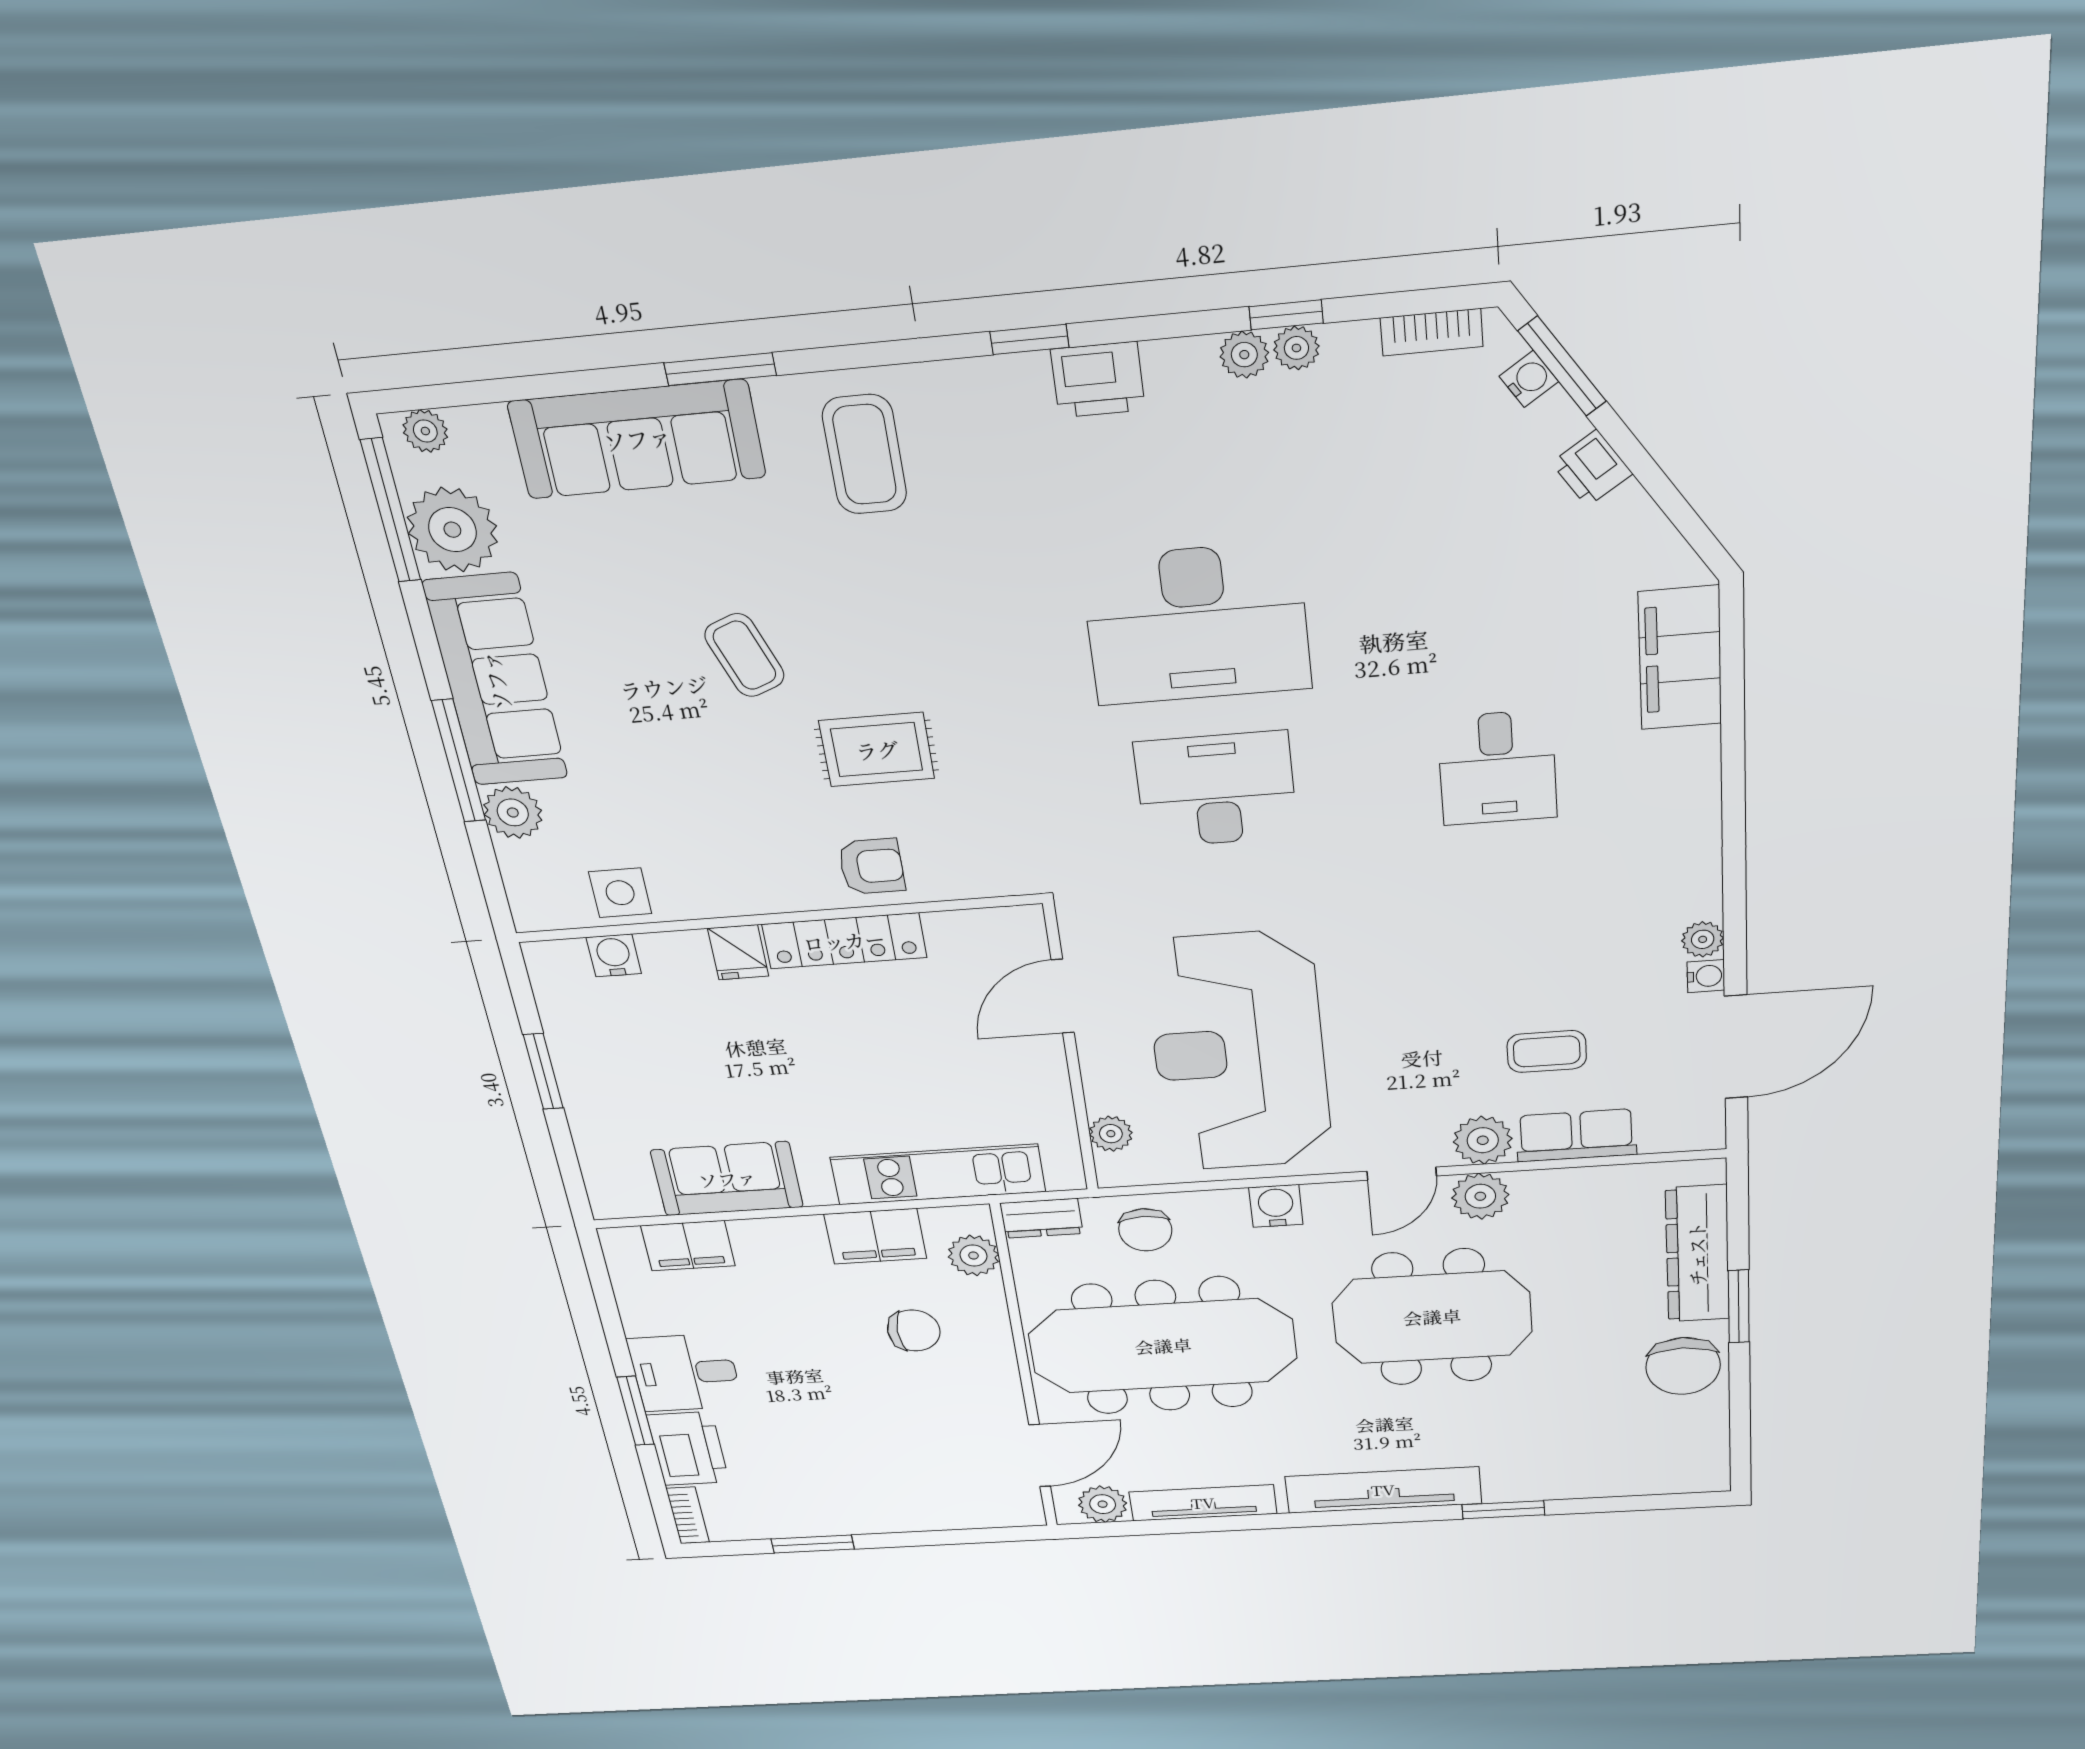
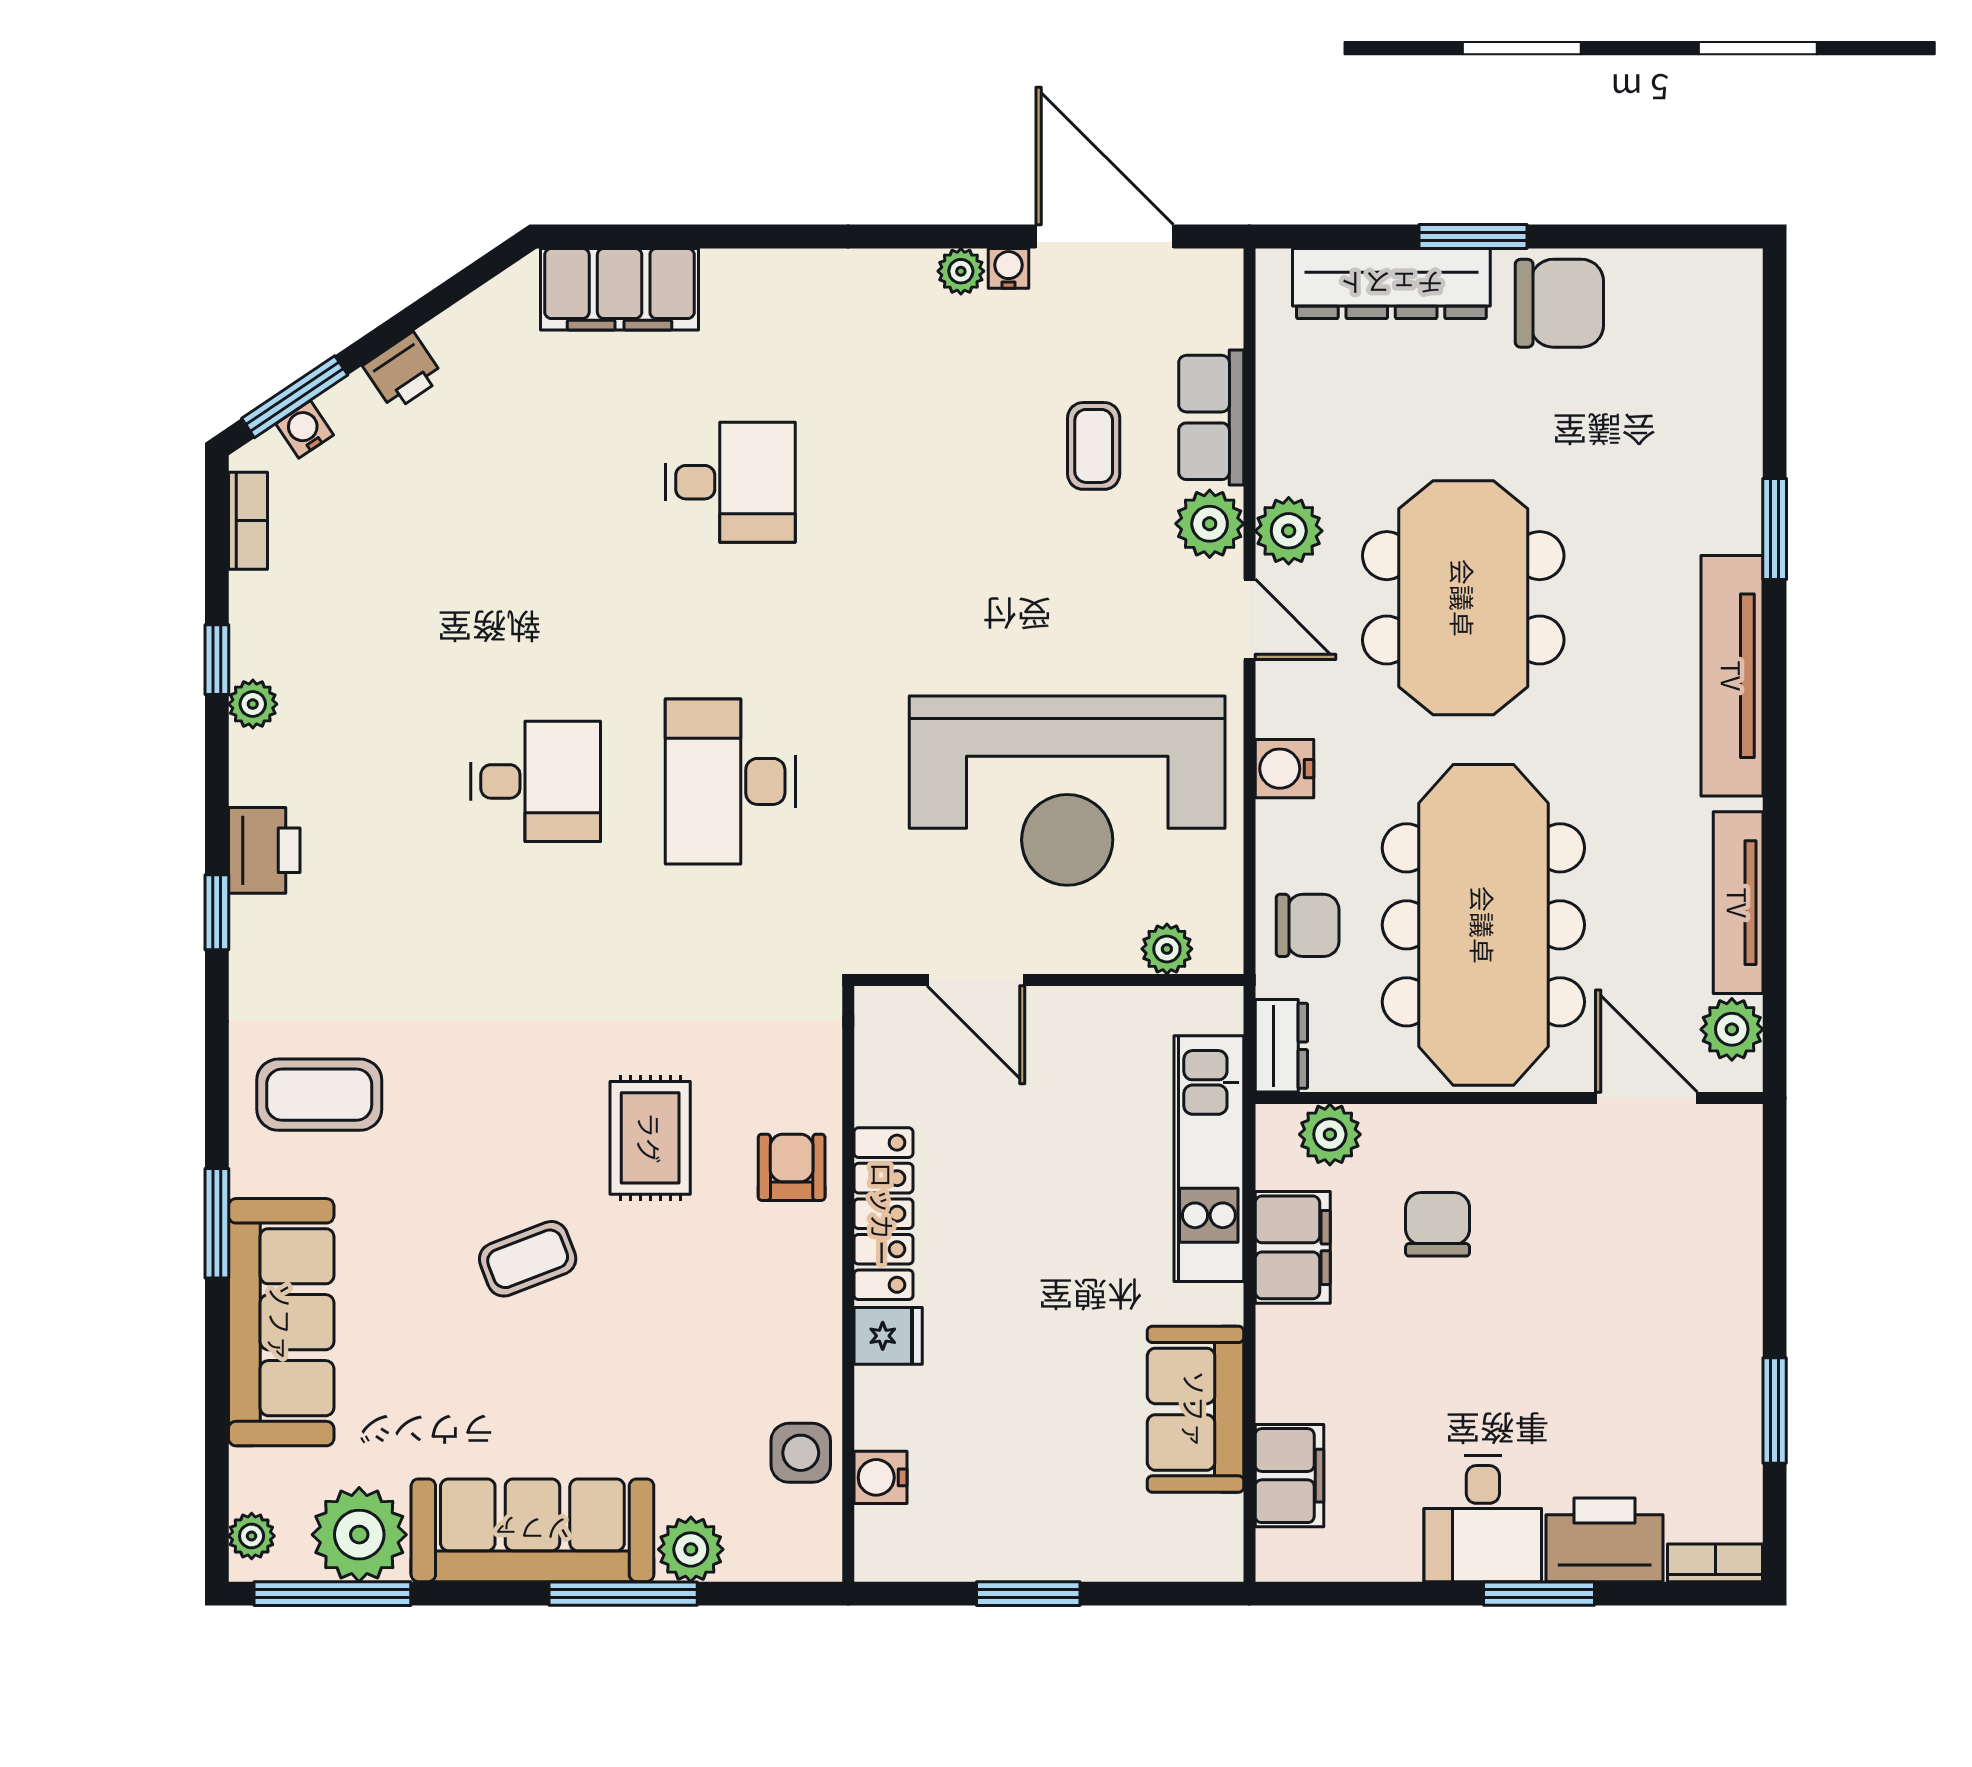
plant: (1296, 348) -> (251, 653), removed
desk: (1197, 624) -> (535, 781), width x0.53, depth x0.77

